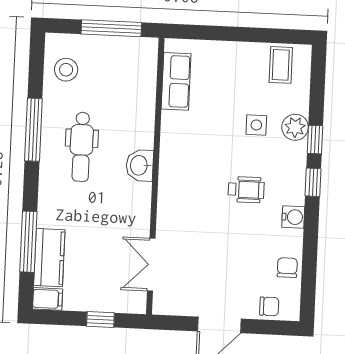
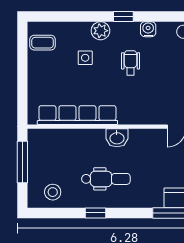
row of seats: (176, 81) -> (77, 115), width x2.02
plant: (295, 127) -> (100, 31), moved
window: (33, 130) -> (96, 213), width x0.46
window: (315, 140) -> (93, 16), removed

